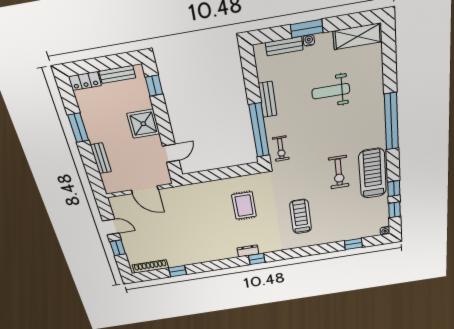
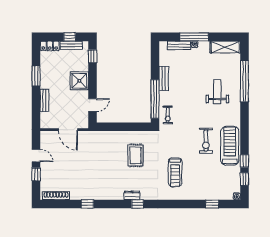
window: (307, 29) -> (194, 37), width x1.44
window: (111, 62) -> (70, 37), added
weight bench: (331, 91) -> (217, 92), moved, turned 90
window: (391, 121) -> (244, 81), moved
treadmill: (301, 216) -> (175, 172), turned 180
window: (177, 271) -> (87, 204), moved

